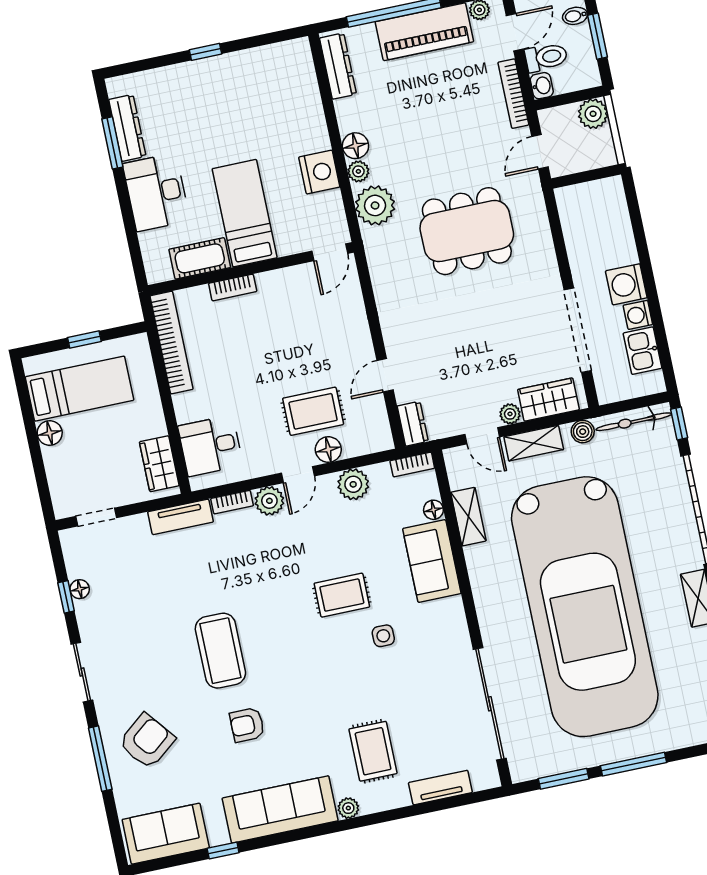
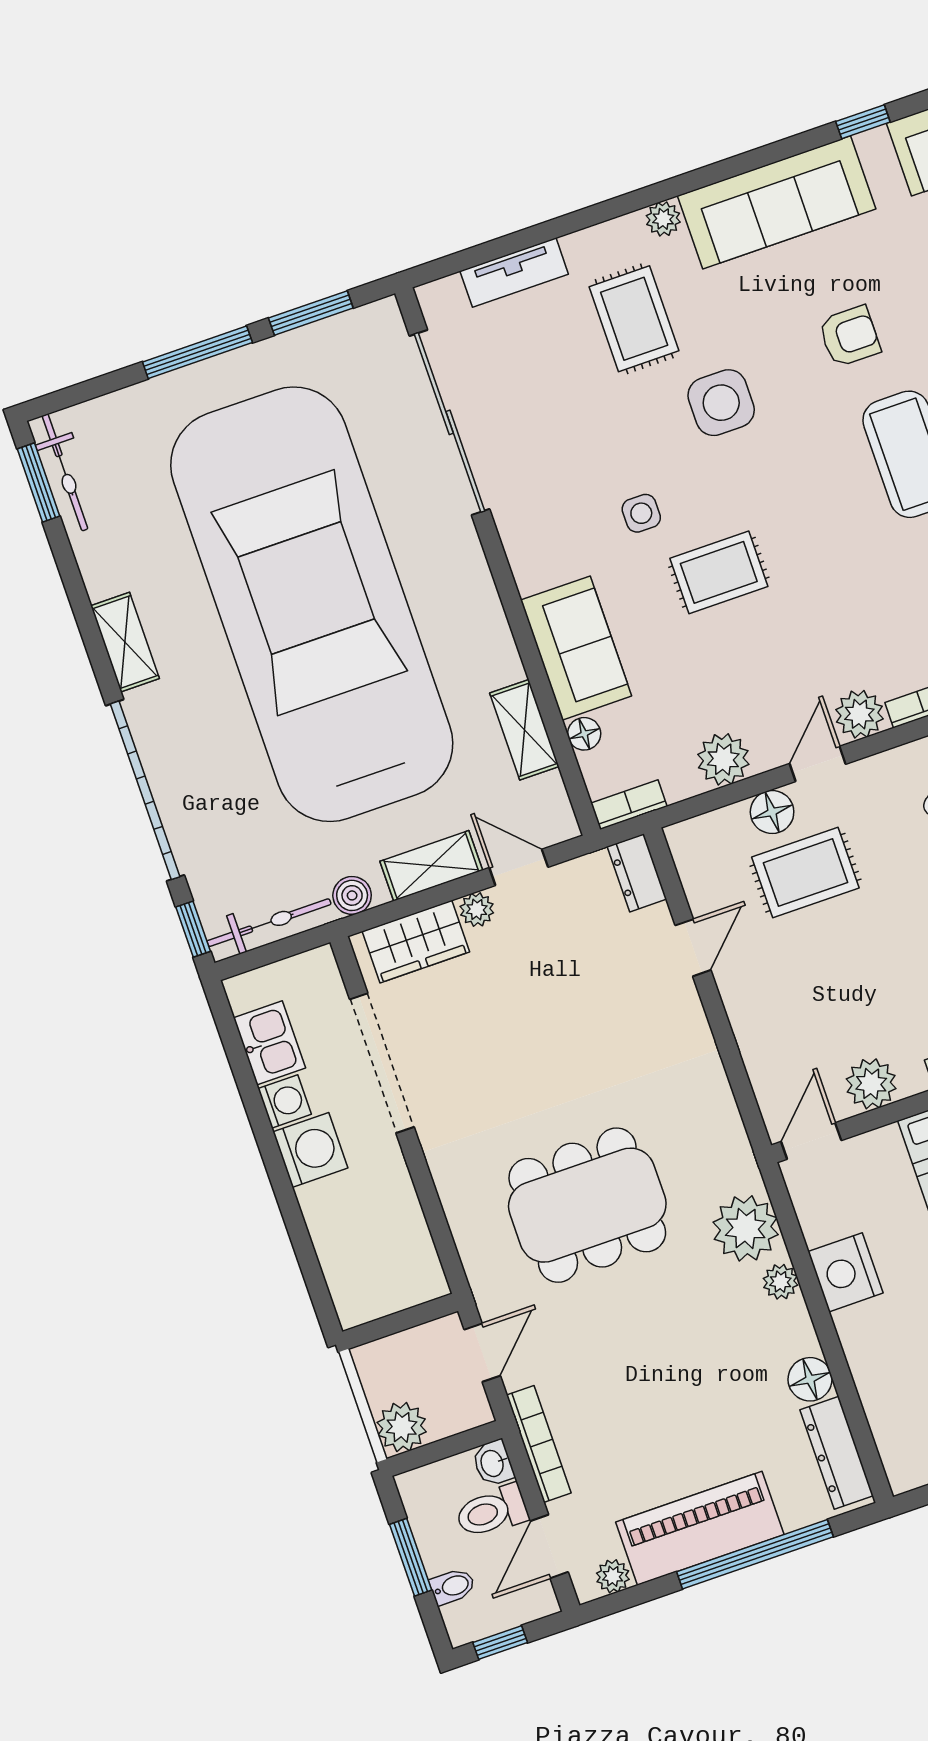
floor lamp: (355, 146) -> (810, 1379), moved
plant: (290, 282) -> (871, 1084), added
side table: (328, 695) -> (721, 403), added

